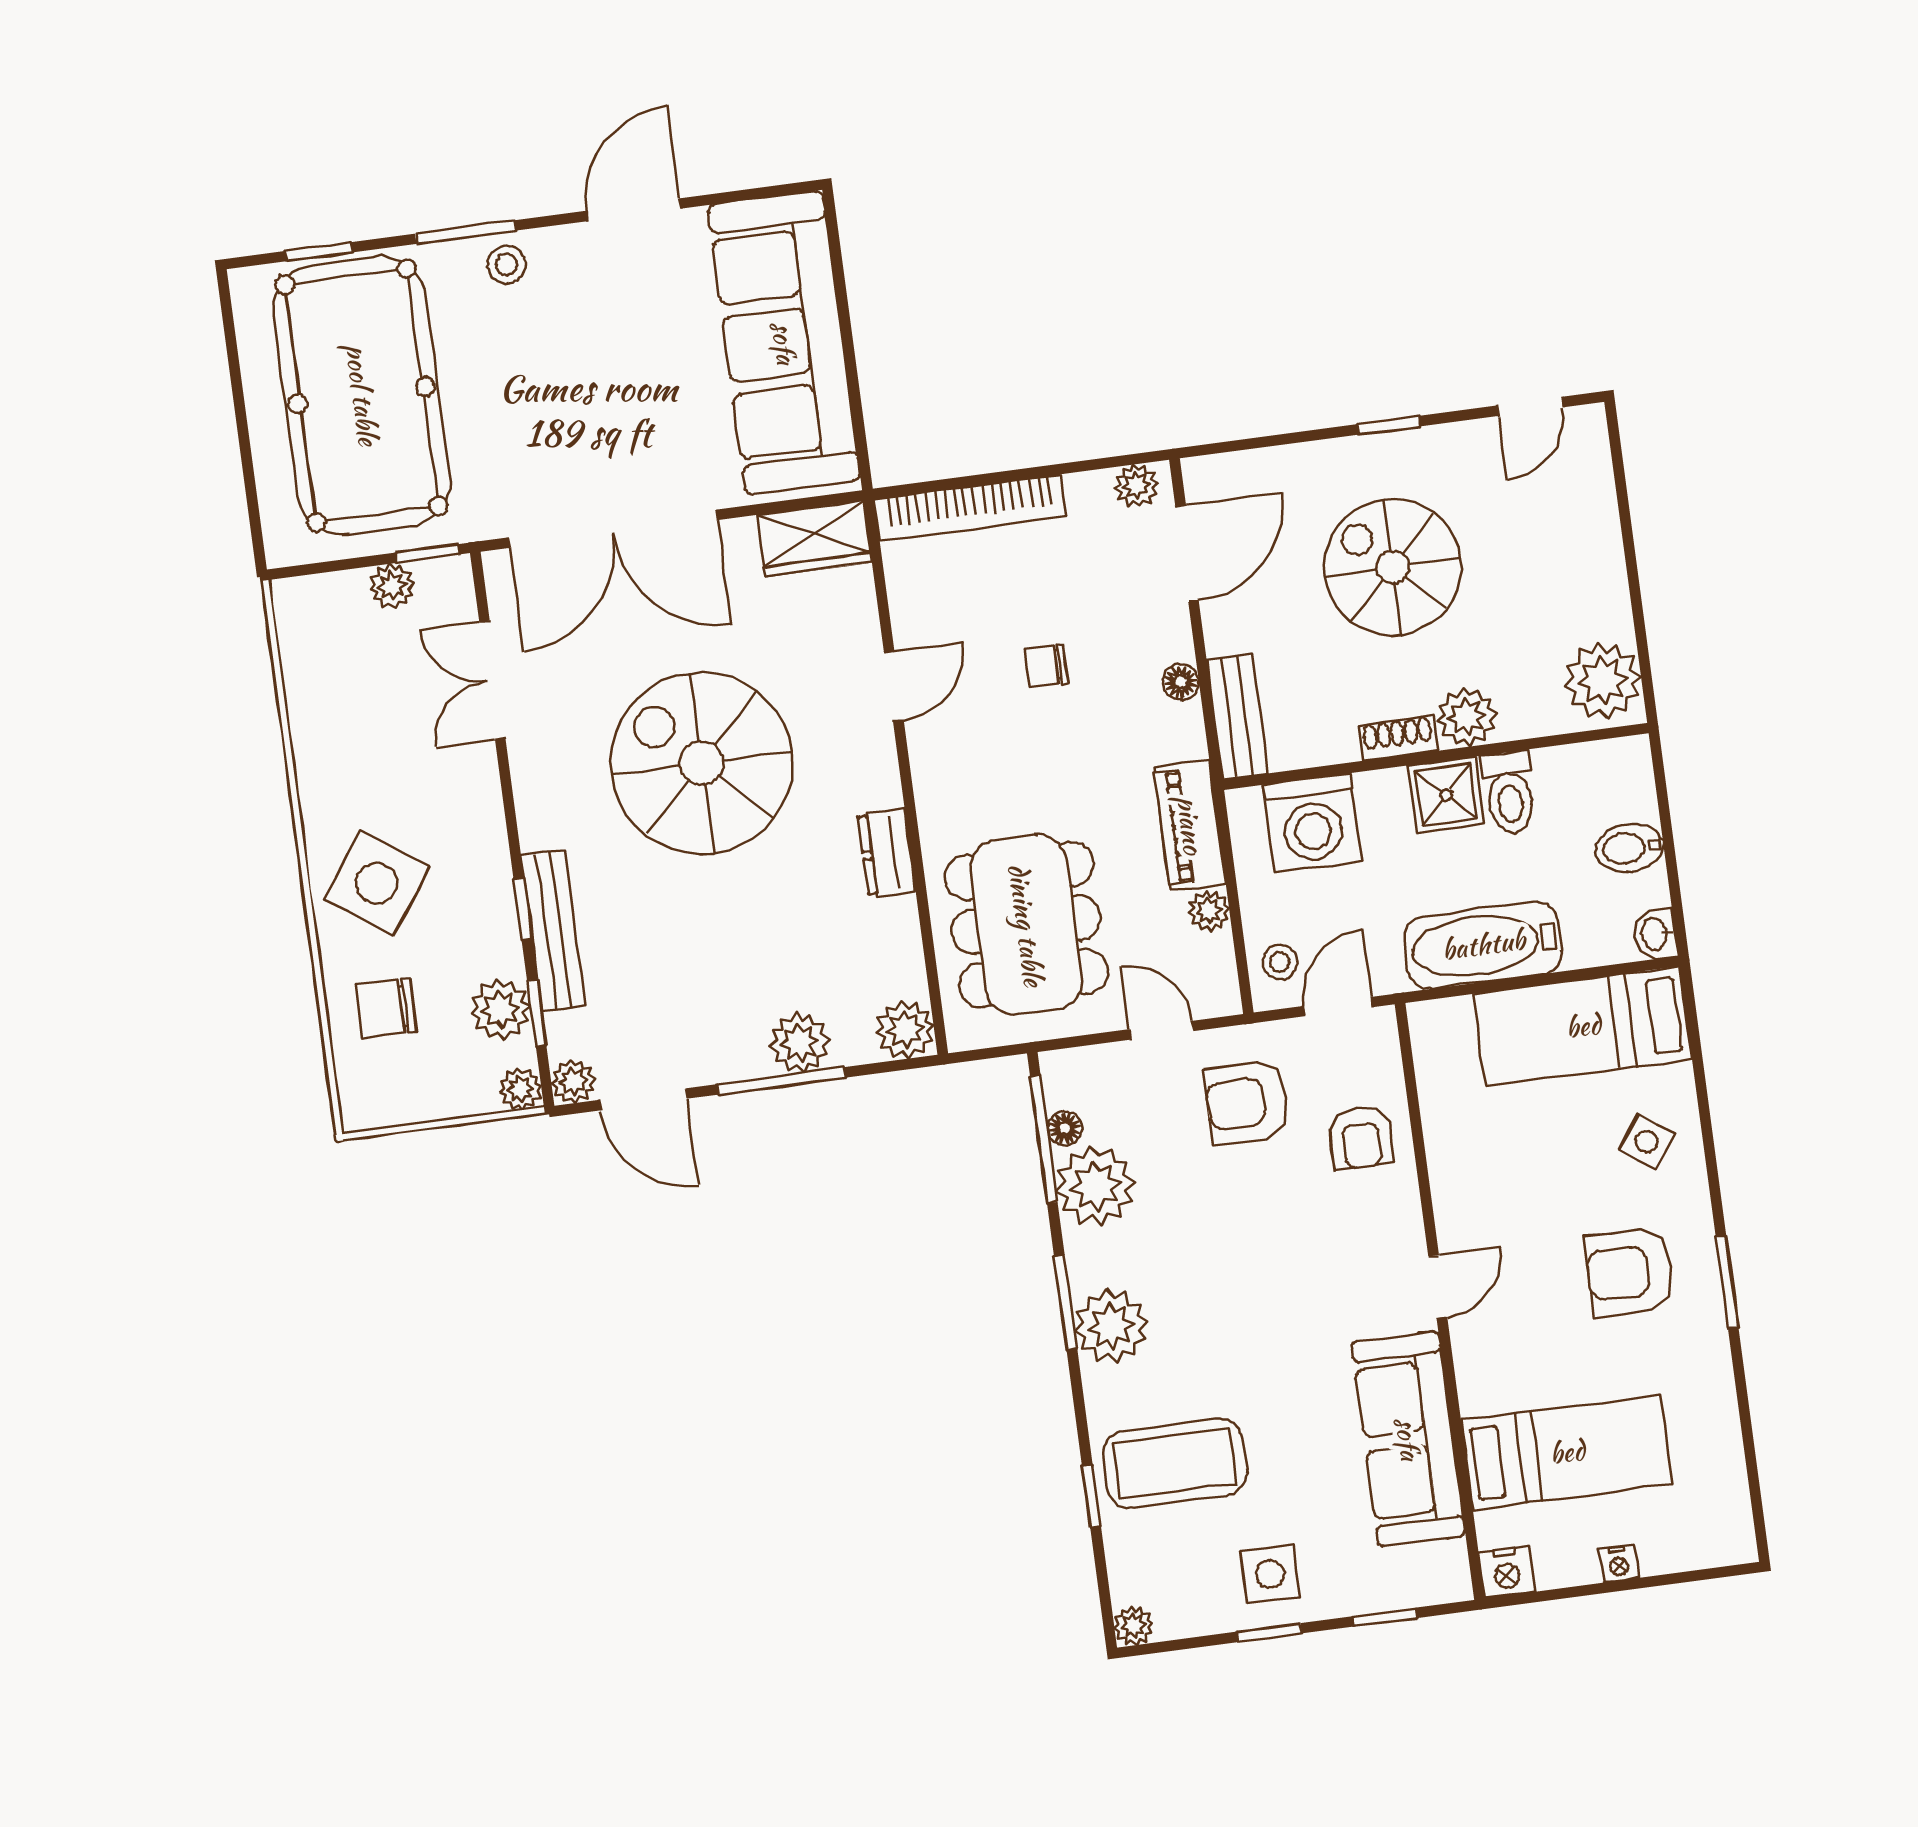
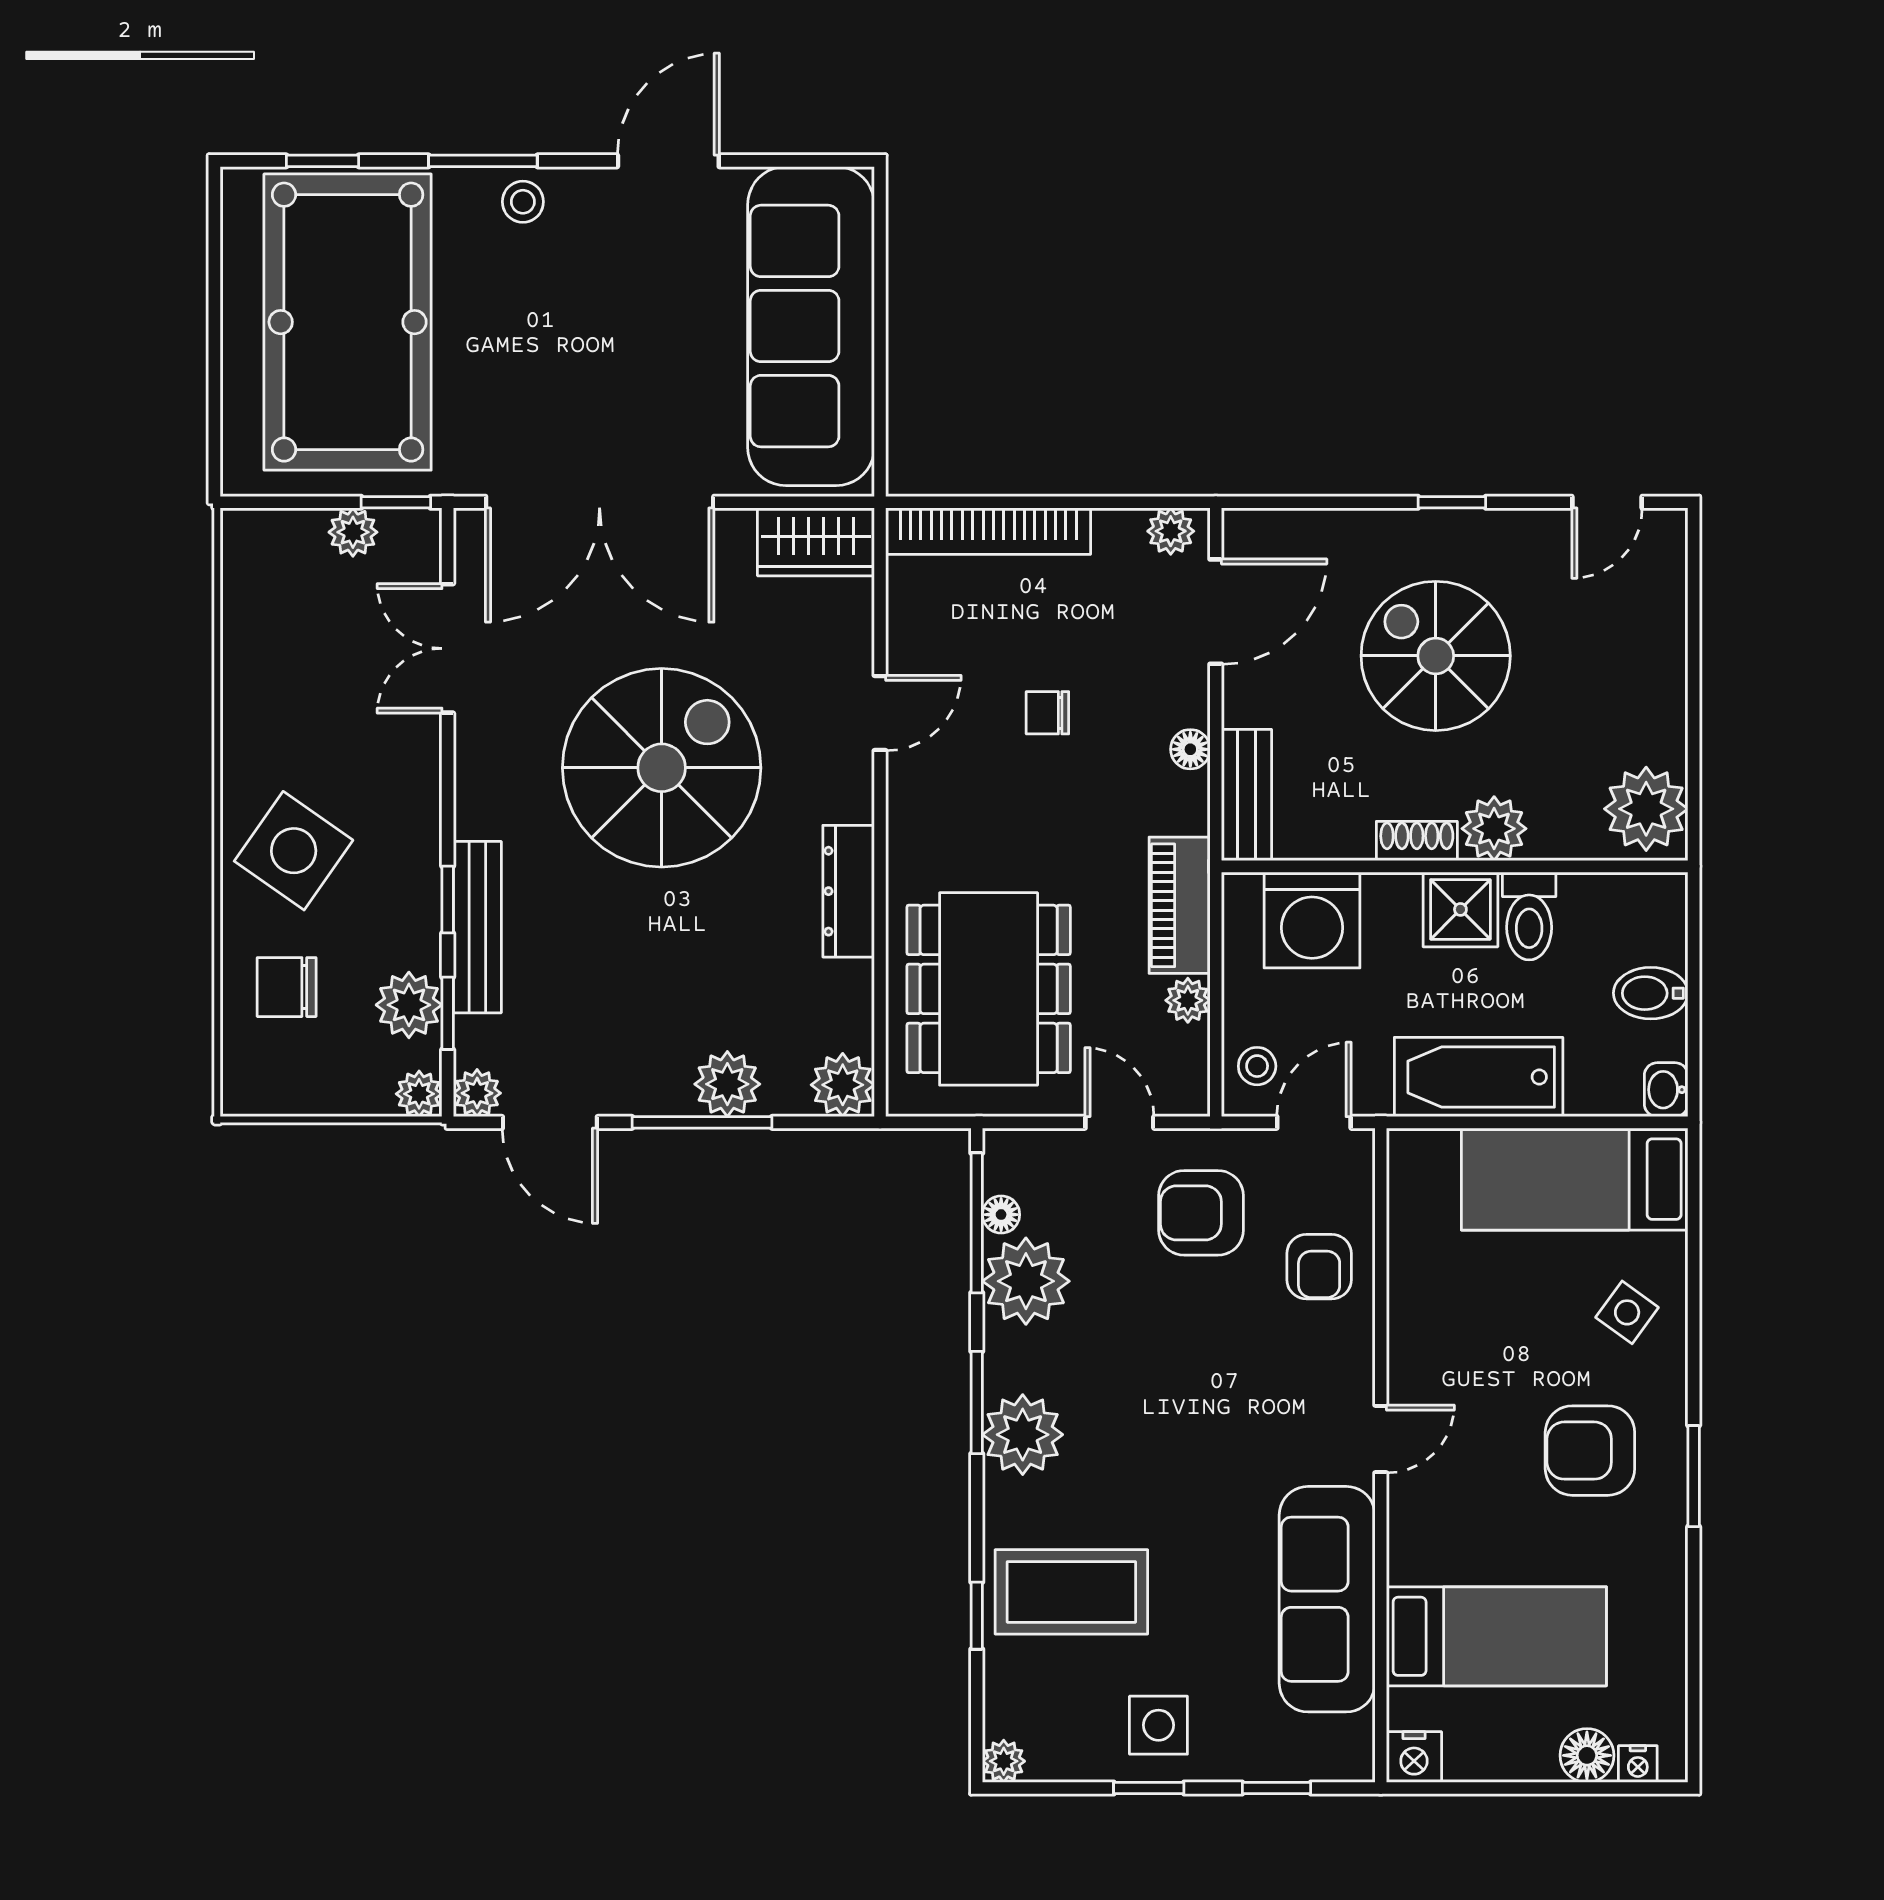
spiral stairs: (702, 763) -> (662, 768), turned 90
dresser: (887, 853) -> (849, 891), width x1.44
floor lamp: (1664, 1550) -> (1587, 1755), added
nightstand: (1619, 1564) -> (1638, 1764), moved

